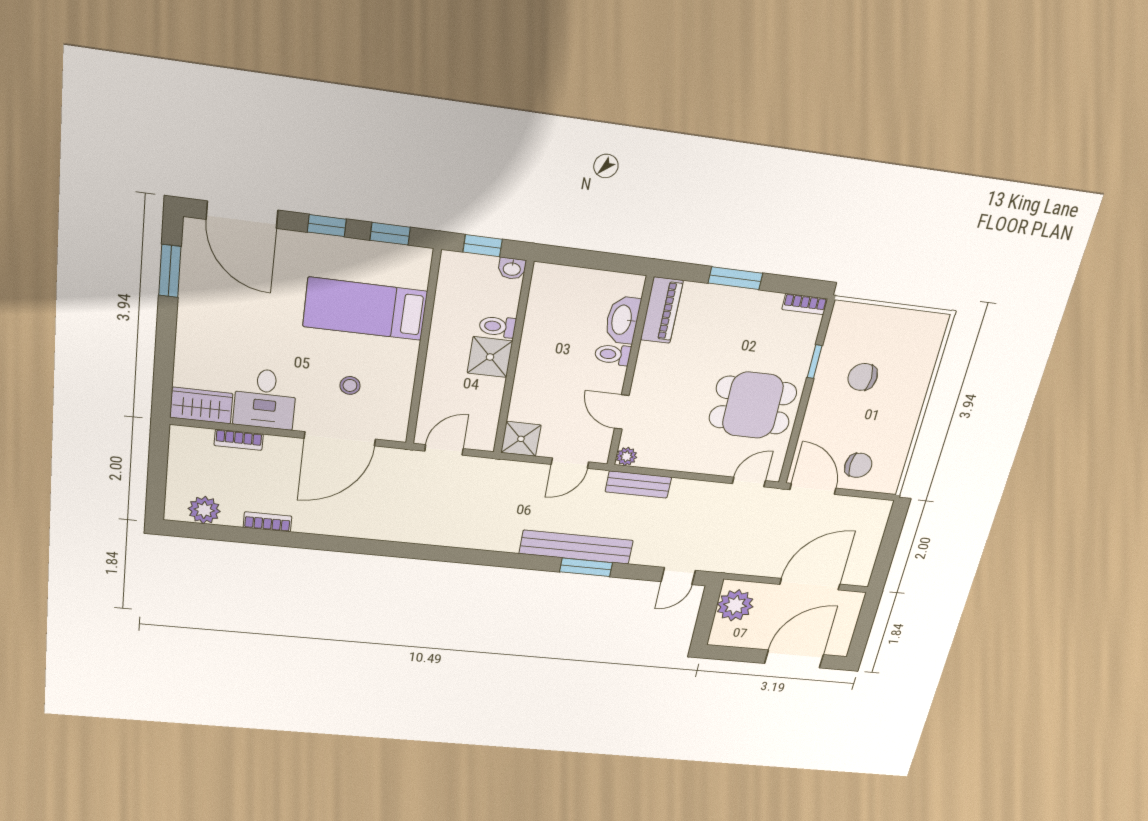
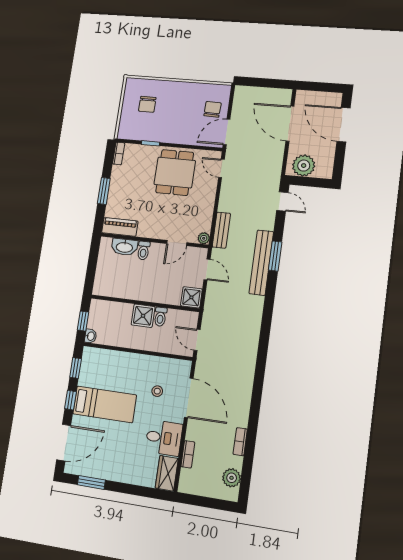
washbasin: (512, 269) -> (91, 336), moved
bed: (365, 309) -> (105, 404), moved, turned -90
toilet: (497, 327) -> (160, 317), moved
chair: (863, 377) -> (147, 104), moved

